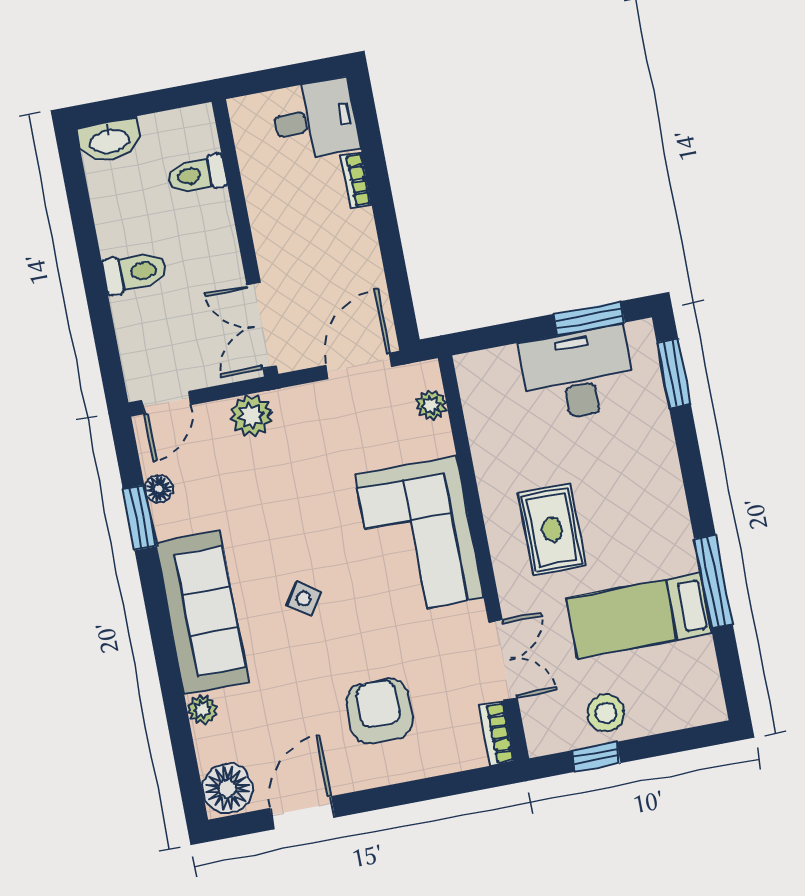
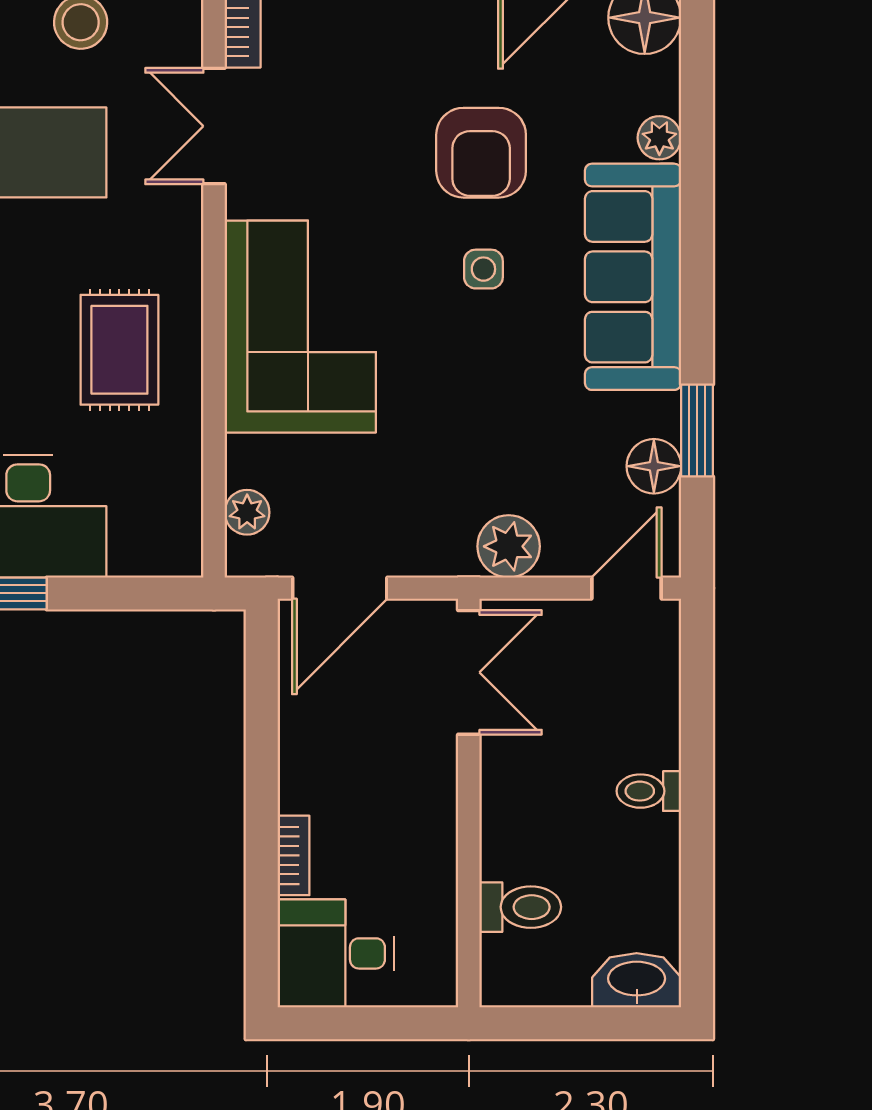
toilet: (135, 272) -> (649, 791), width x0.73, depth x0.72
floor lamp: (159, 489) -> (654, 466), width x1.37, depth x1.37
rug: (552, 529) -> (119, 350), moved
side table: (304, 599) -> (483, 269), turned -33
armchair: (380, 711) -> (481, 153), moved

